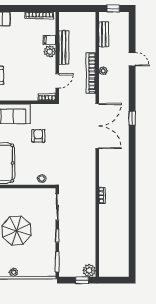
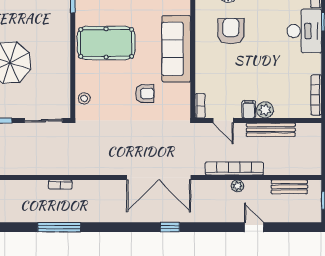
filing cabinet: (49, 40) -> (249, 109), moved
door: (132, 59) -> (254, 227), swing flipped
window: (132, 196) -> (59, 227), added

